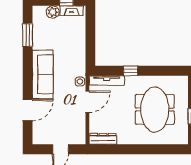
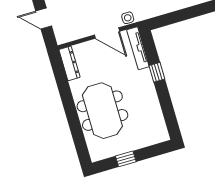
meeting table: (155, 109) -> (102, 111), moved, turned 90

